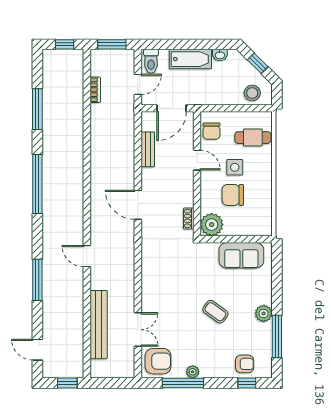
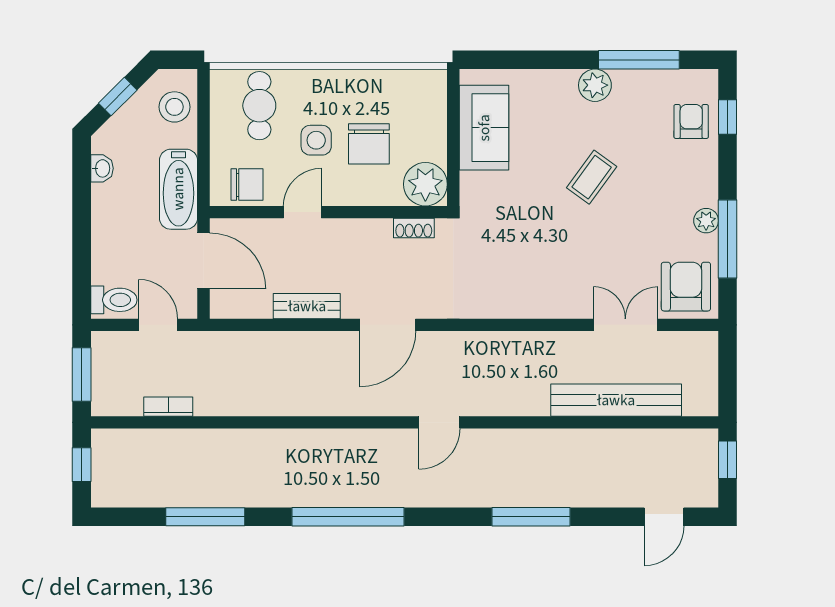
bathtub: (190, 59) -> (178, 189), moved, turned 180
bench: (148, 149) -> (307, 306), moved
door: (87, 256) -> (439, 422), moved

